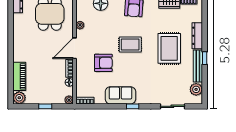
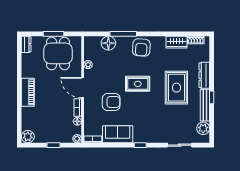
door: (75, 48) -> (83, 88), hinge flipped
piano: (19, 76) -> (28, 92), moved
sofa: (120, 95) -> (118, 134), moved

